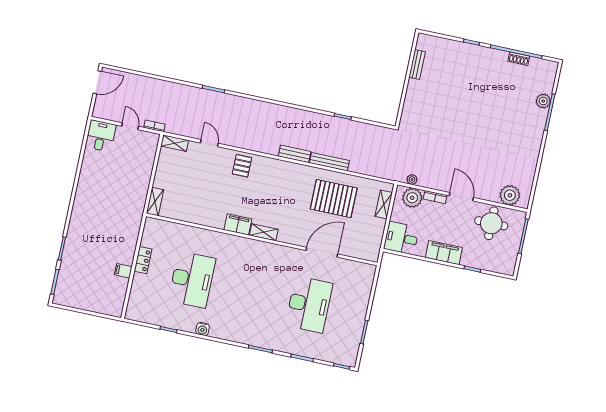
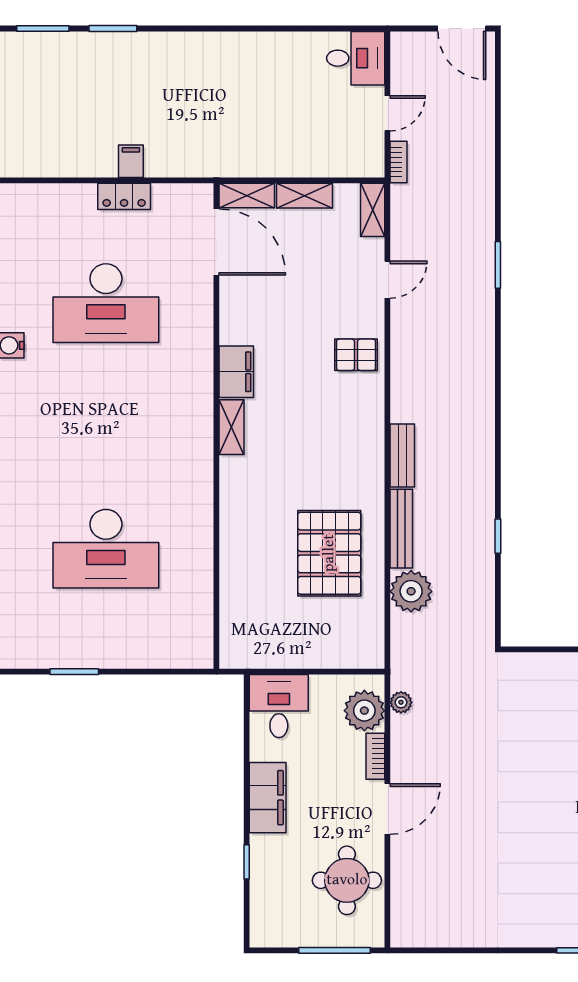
plant: (510, 195) -> (411, 591), moved
shelving: (384, 204) -> (305, 196), moved
door: (322, 252) -> (216, 242), moved
filing cabinet: (123, 271) -> (131, 161), moved

